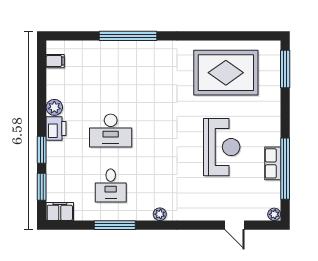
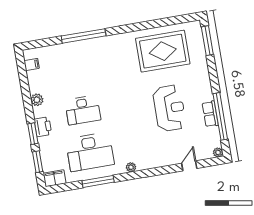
printer: (56, 129) -> (43, 127), moved
desk: (111, 185) -> (90, 152), width x1.87, depth x1.30
door: (235, 225) -> (189, 166), swing flipped

